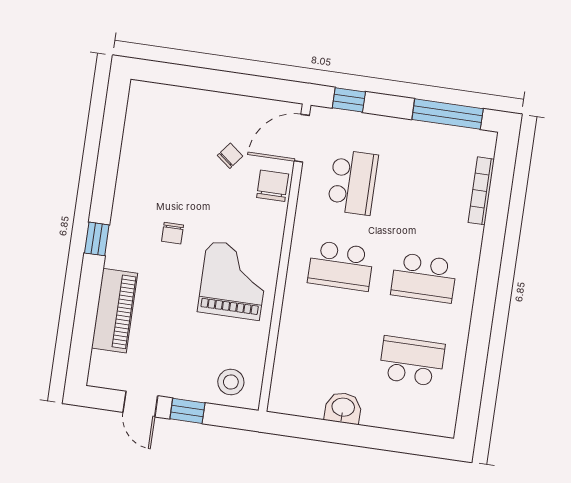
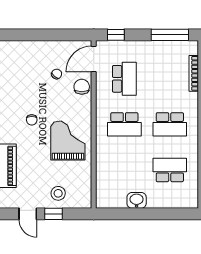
stool: (231, 382) -> (58, 193), moved

